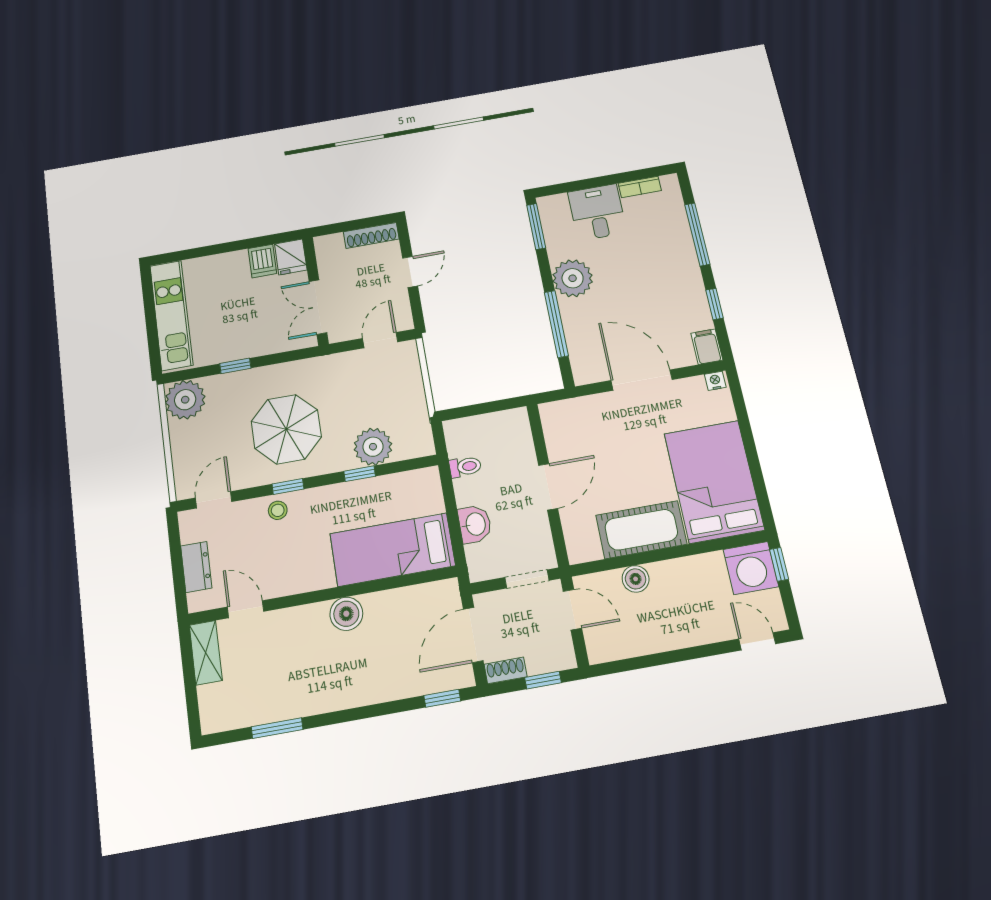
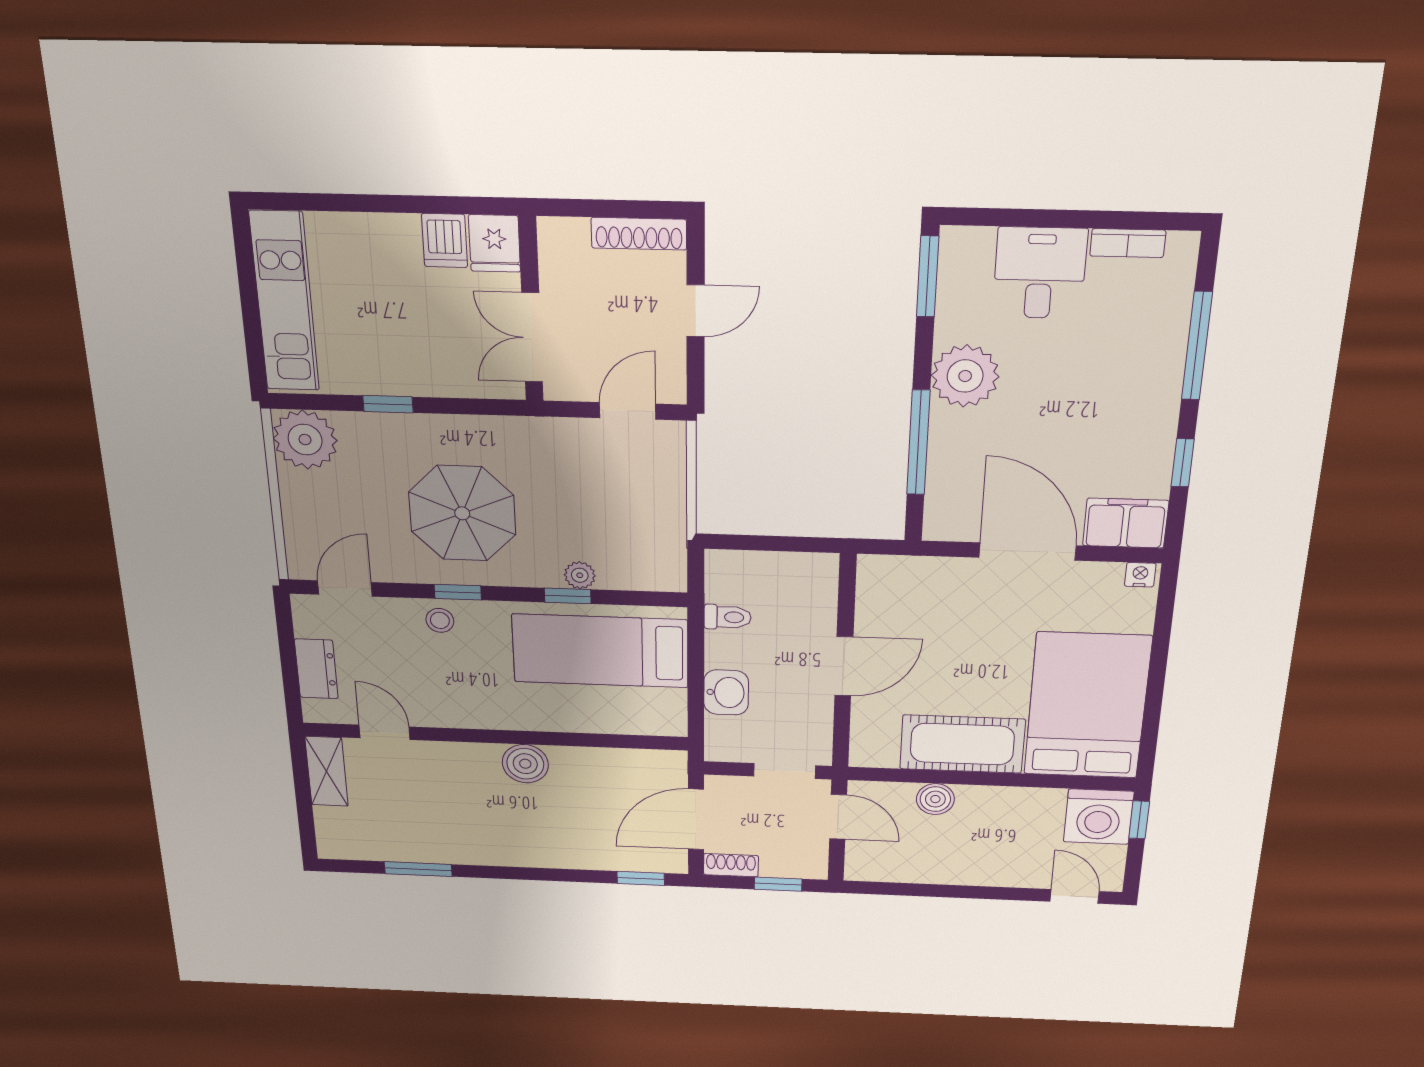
filing cabinet: (707, 347) -> (1126, 523), width x2.00
plant: (373, 447) -> (580, 575), width x0.53, depth x0.53
bed: (392, 550) -> (600, 651), moved

